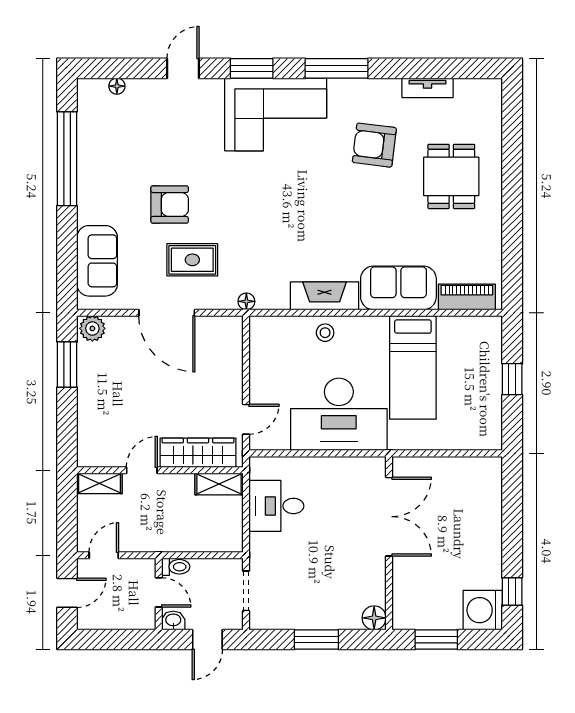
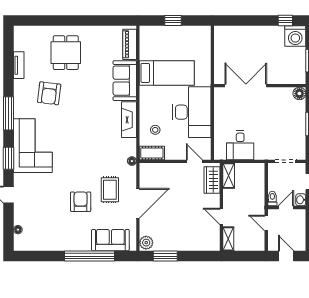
window: (67, 159) -> (90, 256), moved
dining table: (451, 176) -> (66, 53), turned 90
stool: (325, 333) -> (155, 130), moved
cot: (262, 339) -> (152, 153), added
wardrobe: (198, 453) -> (212, 180), width x0.67
door: (104, 555) -> (266, 223), moved

